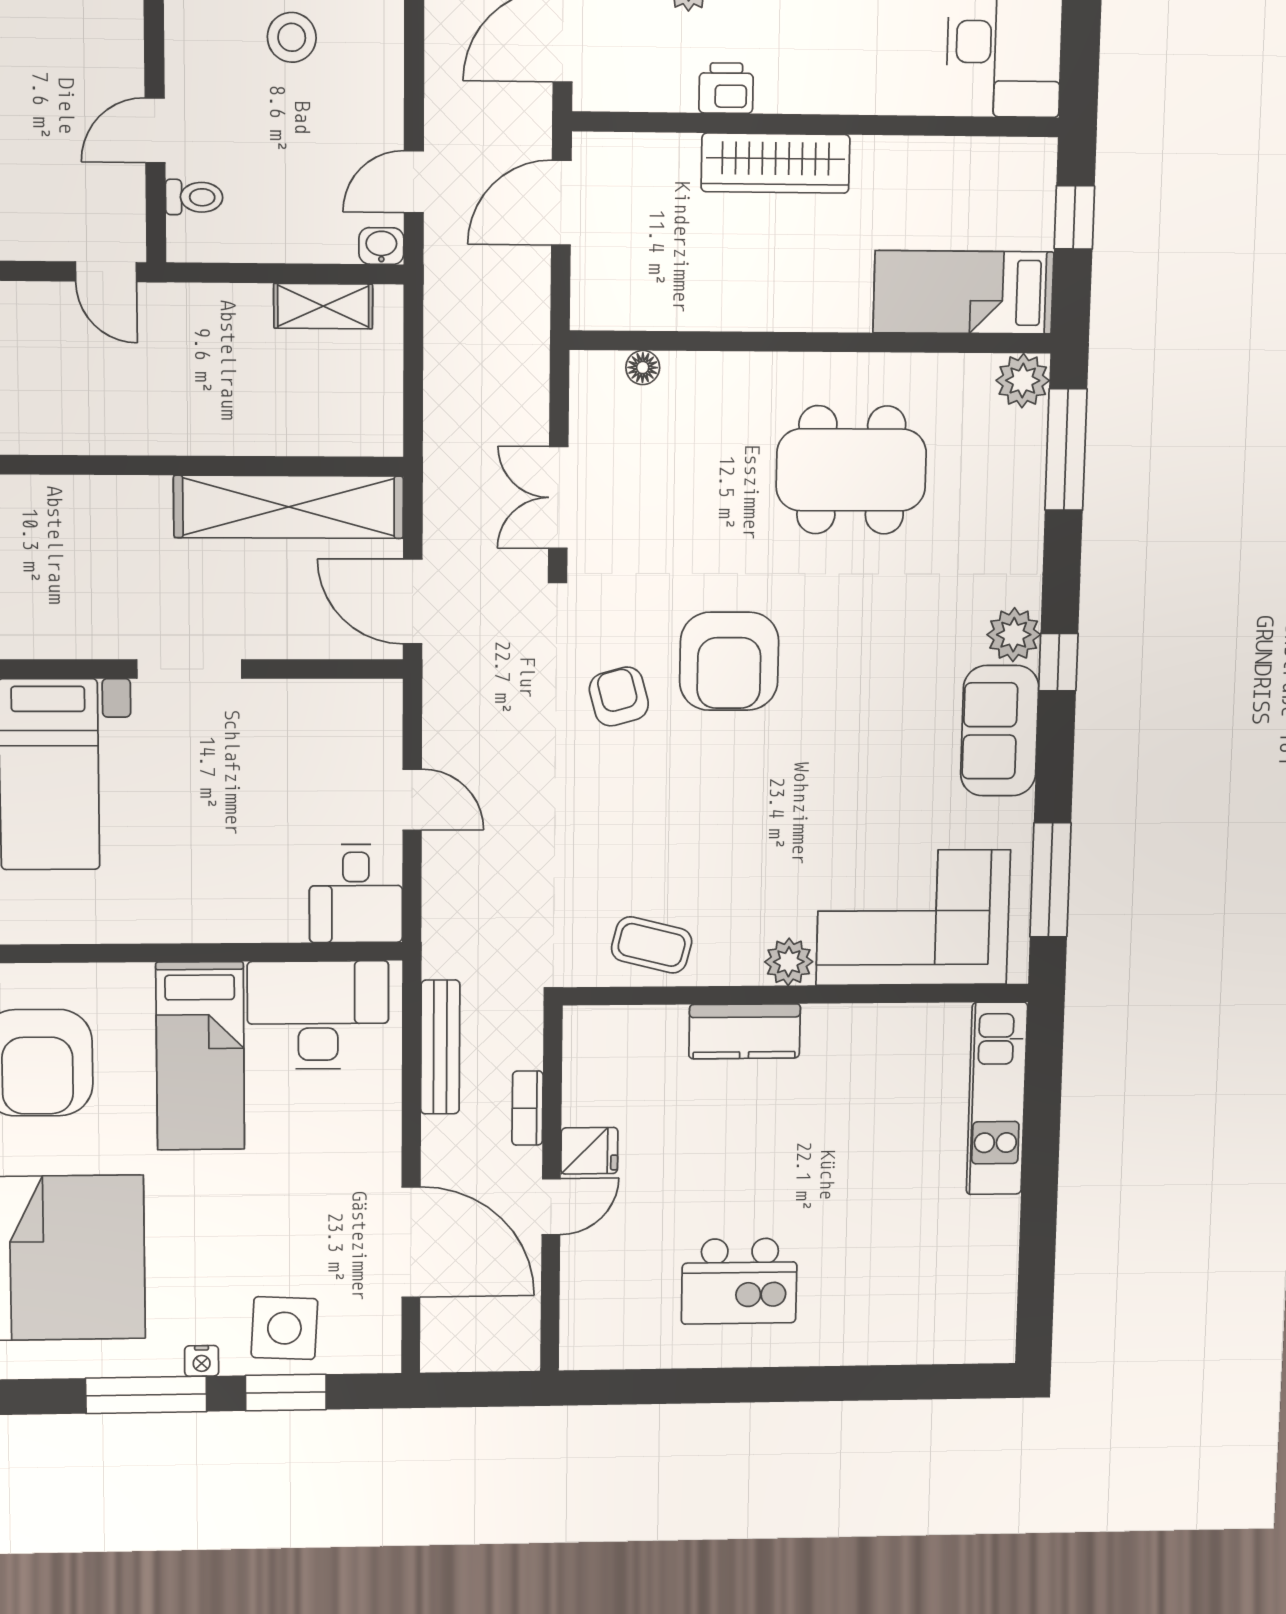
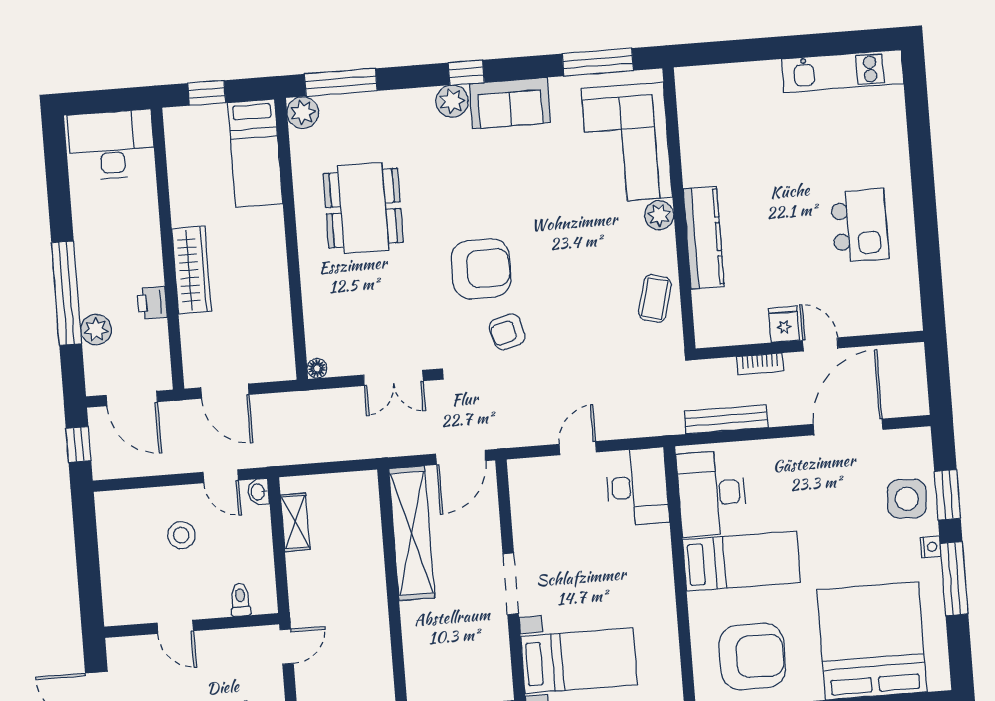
stool: (292, 37) -> (181, 535), moved
door: (155, 130) -> (175, 627), moved
floor lamp: (643, 368) -> (317, 368), moved
desk: (356, 893) -> (637, 487), width x1.37
kitchen counter: (745, 1031) -> (704, 238), width x1.50
kitchen unit: (997, 1099) -> (843, 71), moved

